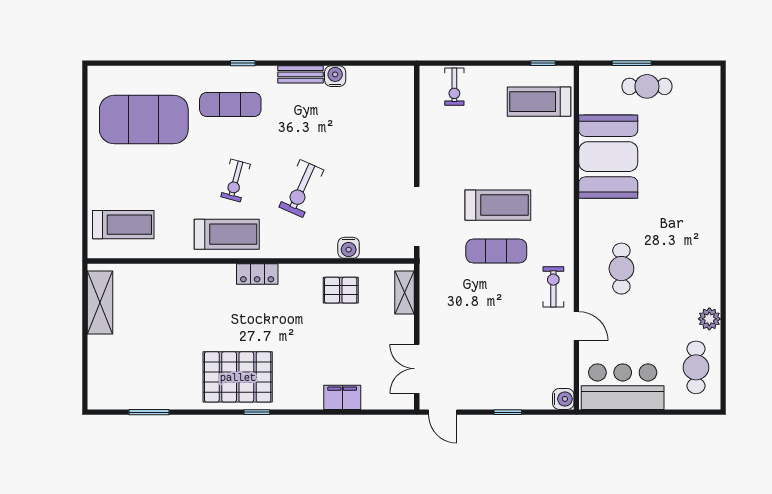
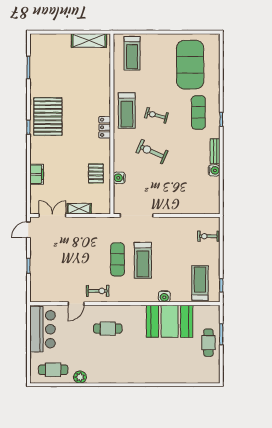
shelving: (404, 292) -> (79, 209), moved
water cooler: (563, 399) -> (164, 296), moved

